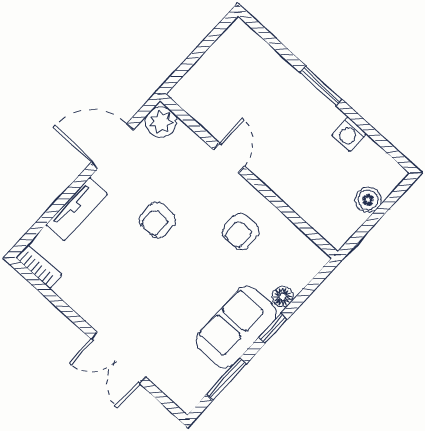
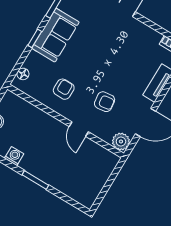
armchair: (157, 220) -> (105, 102), moved, turned 83
floor lamp: (283, 297) -> (23, 74), moved

